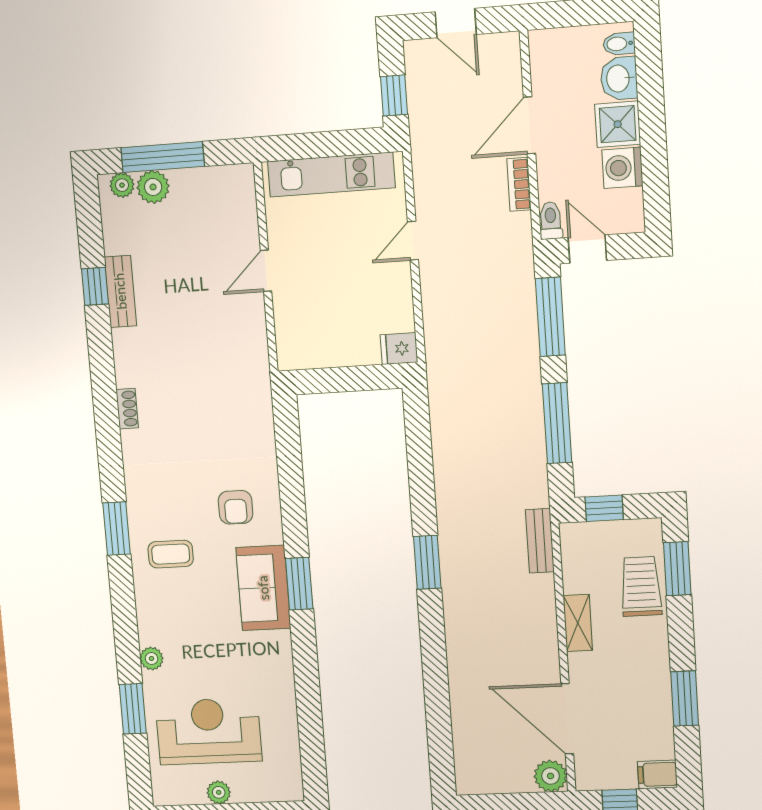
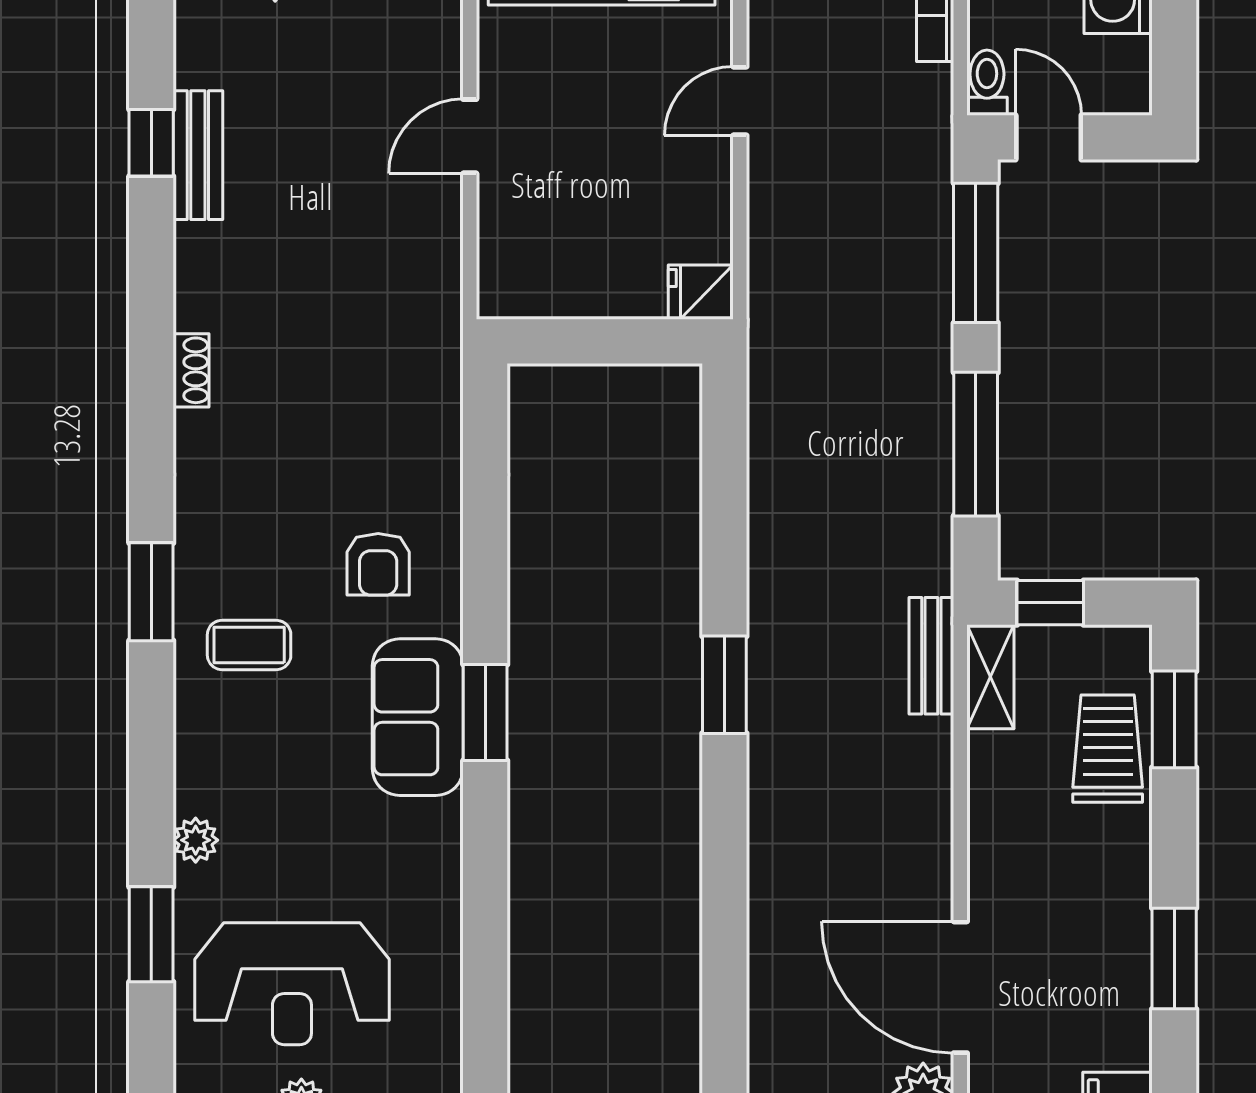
shelving: (578, 623) -> (990, 677), moved
reception desk: (209, 731) -> (292, 984), turned 180

